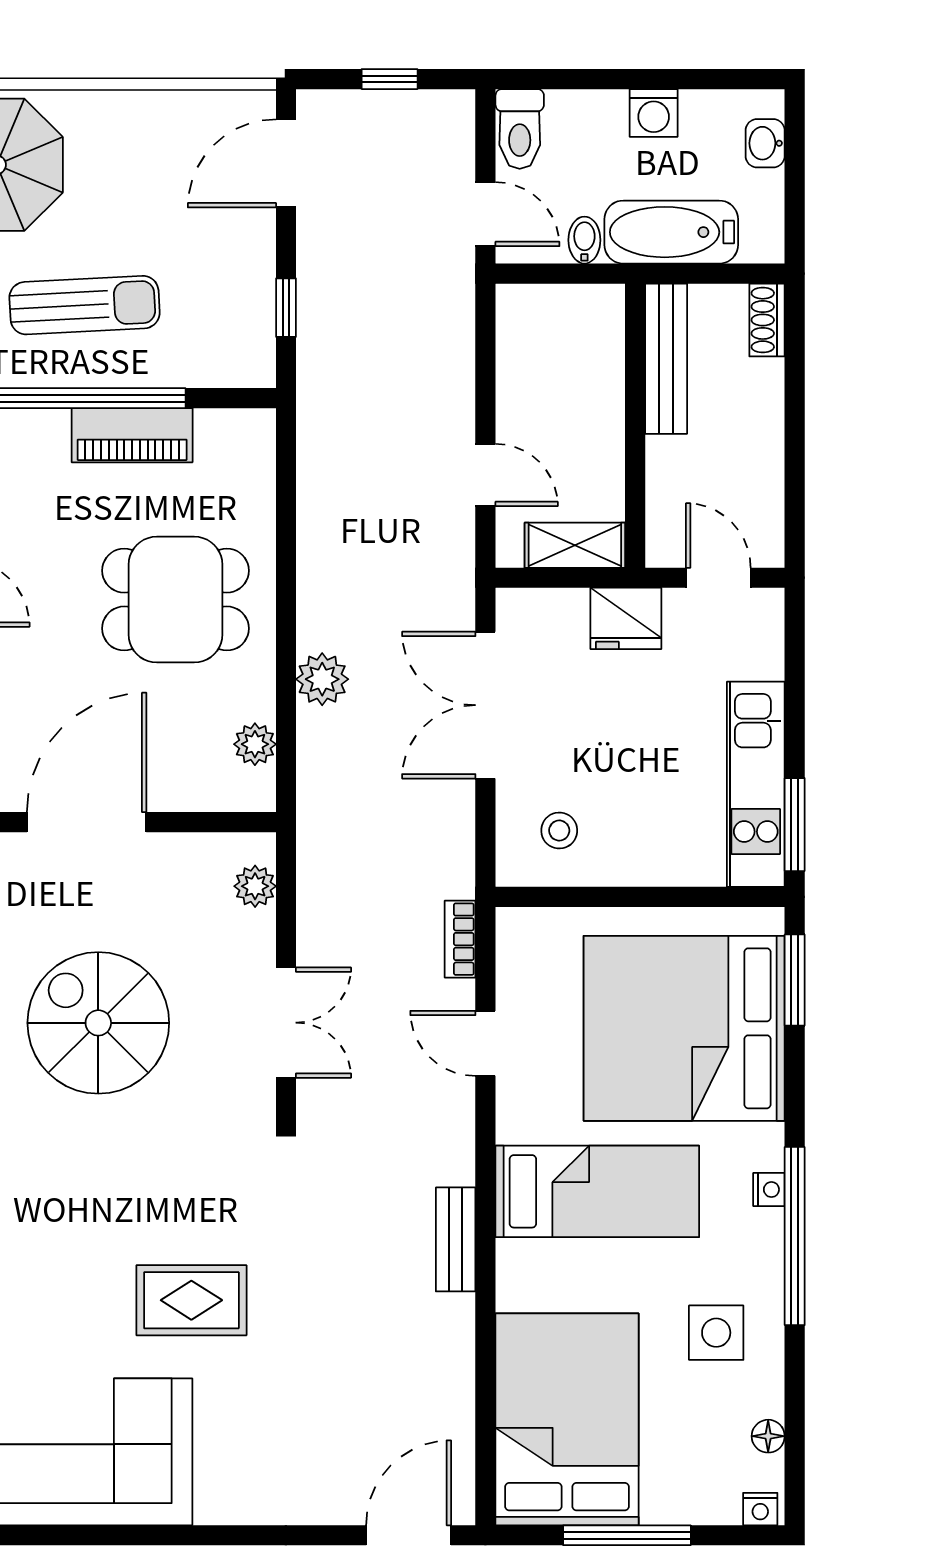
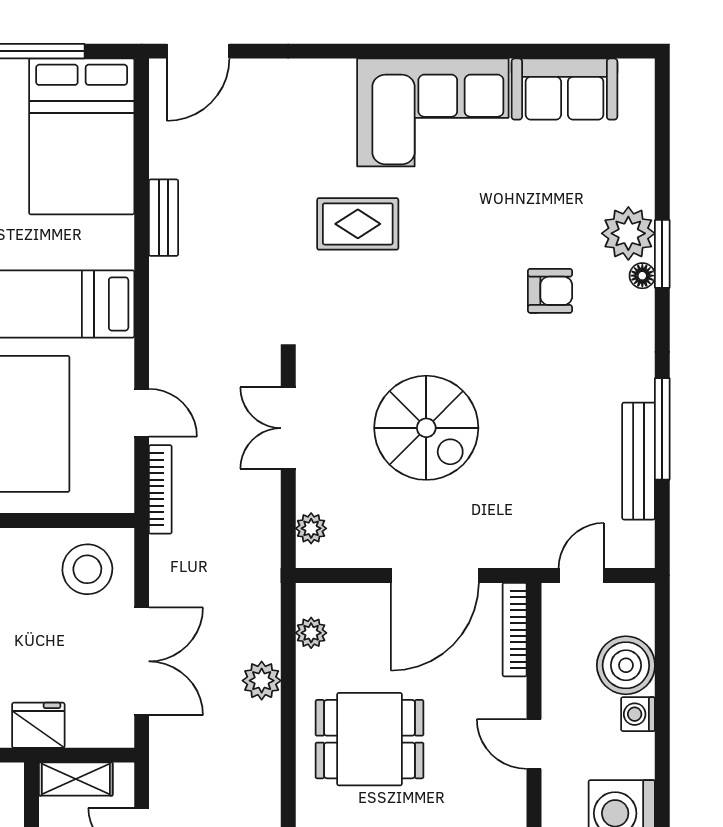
stool: (559, 831) -> (87, 569), width x1.89, depth x1.89
bookcase: (460, 939) -> (160, 489), width x1.56
bench: (456, 1239) -> (164, 218), moved

